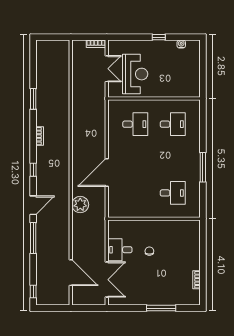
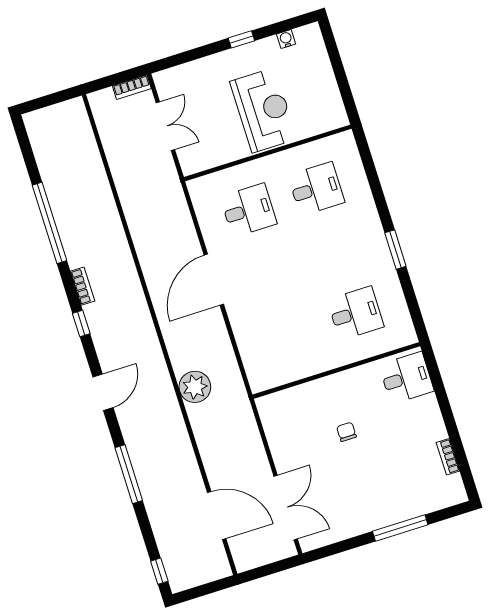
reception desk: (135, 74) -> (263, 110), moved
window: (33, 99) -> (49, 223), width x2.11
window: (203, 167) -> (395, 250), width x0.69
window: (33, 170) -> (81, 323), moved
door: (107, 173) -> (214, 280), moved
door: (33, 205) -> (103, 392), moved
desk: (120, 250) -> (406, 378), moved, turned 180

